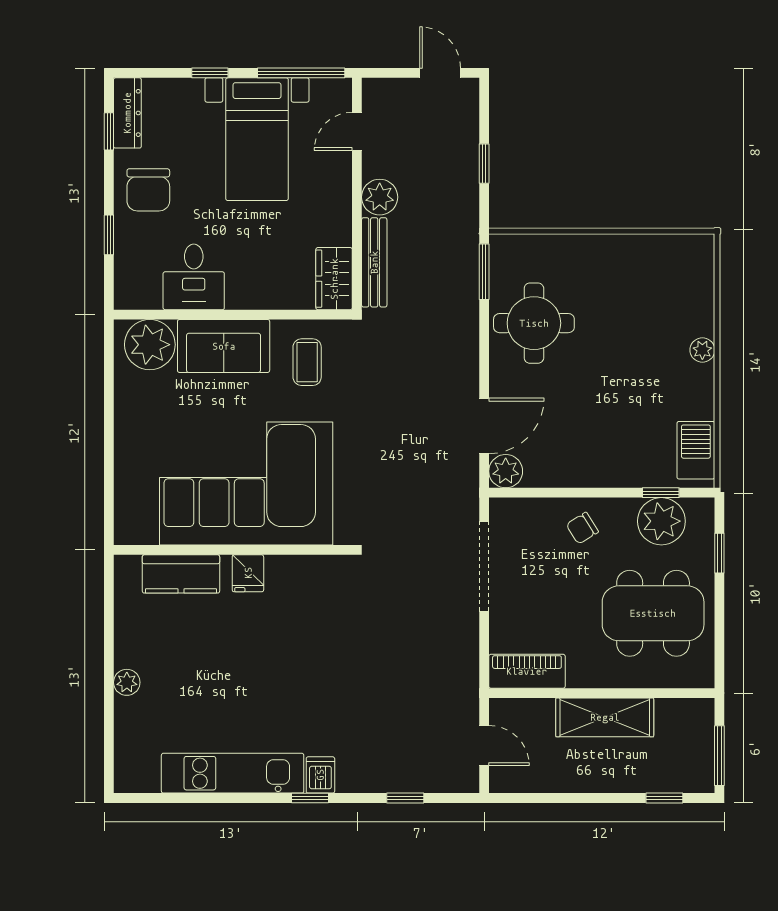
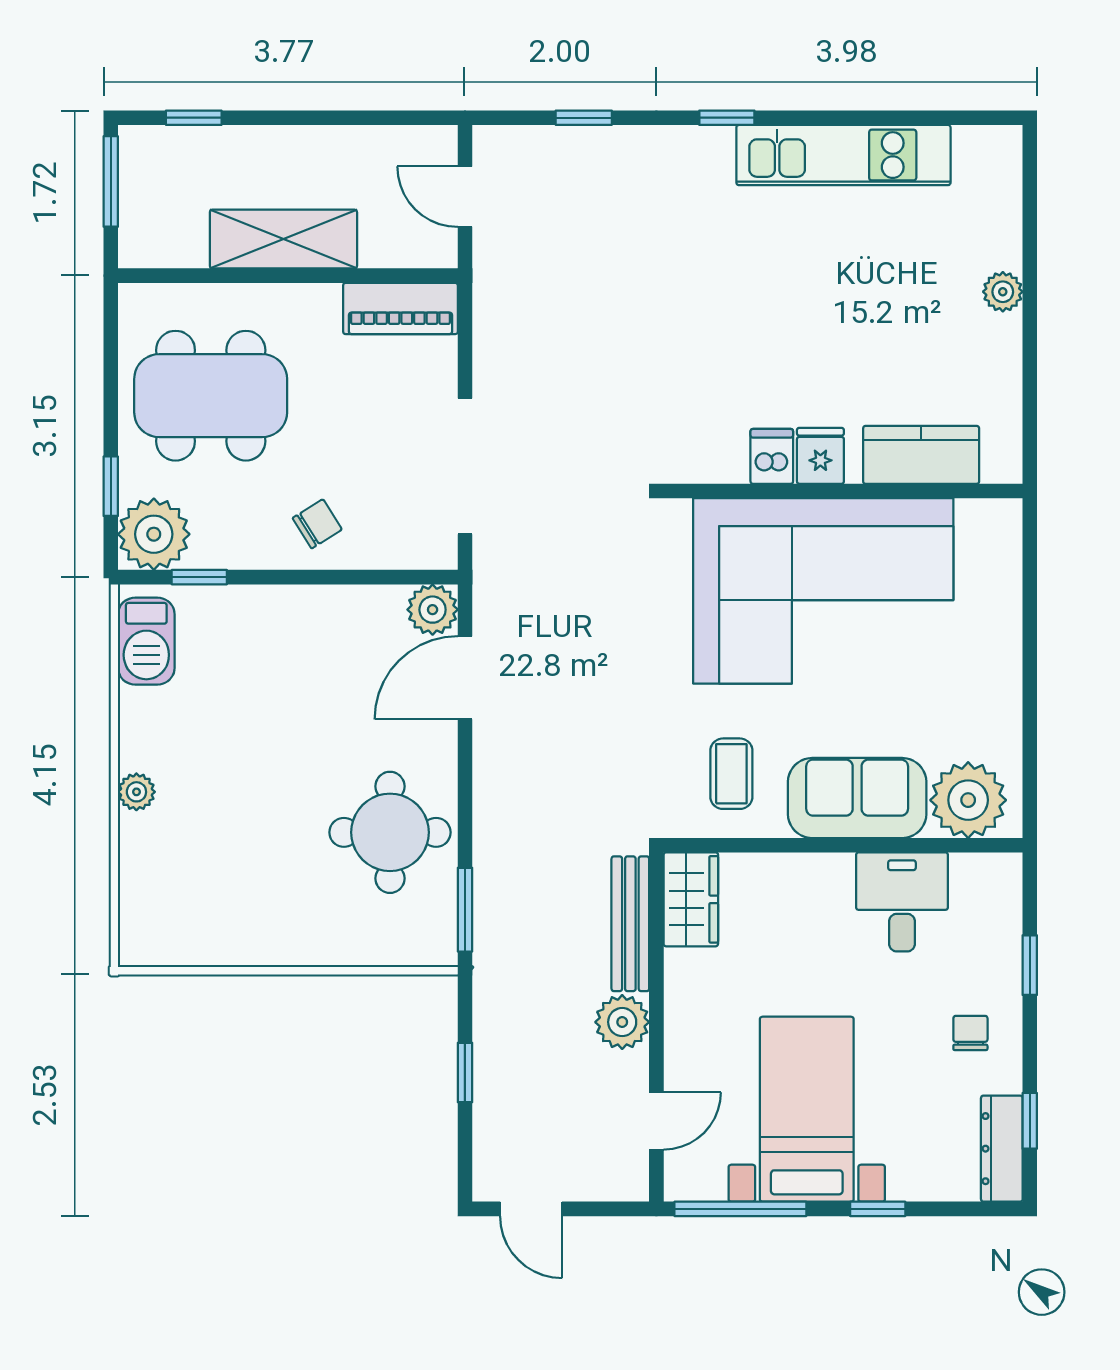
chair: (148, 190) -> (970, 1033), width x0.54, depth x0.54
plant: (661, 521) -> (154, 534), moved
dishwasher: (320, 775) -> (772, 456), moved, turned 180

